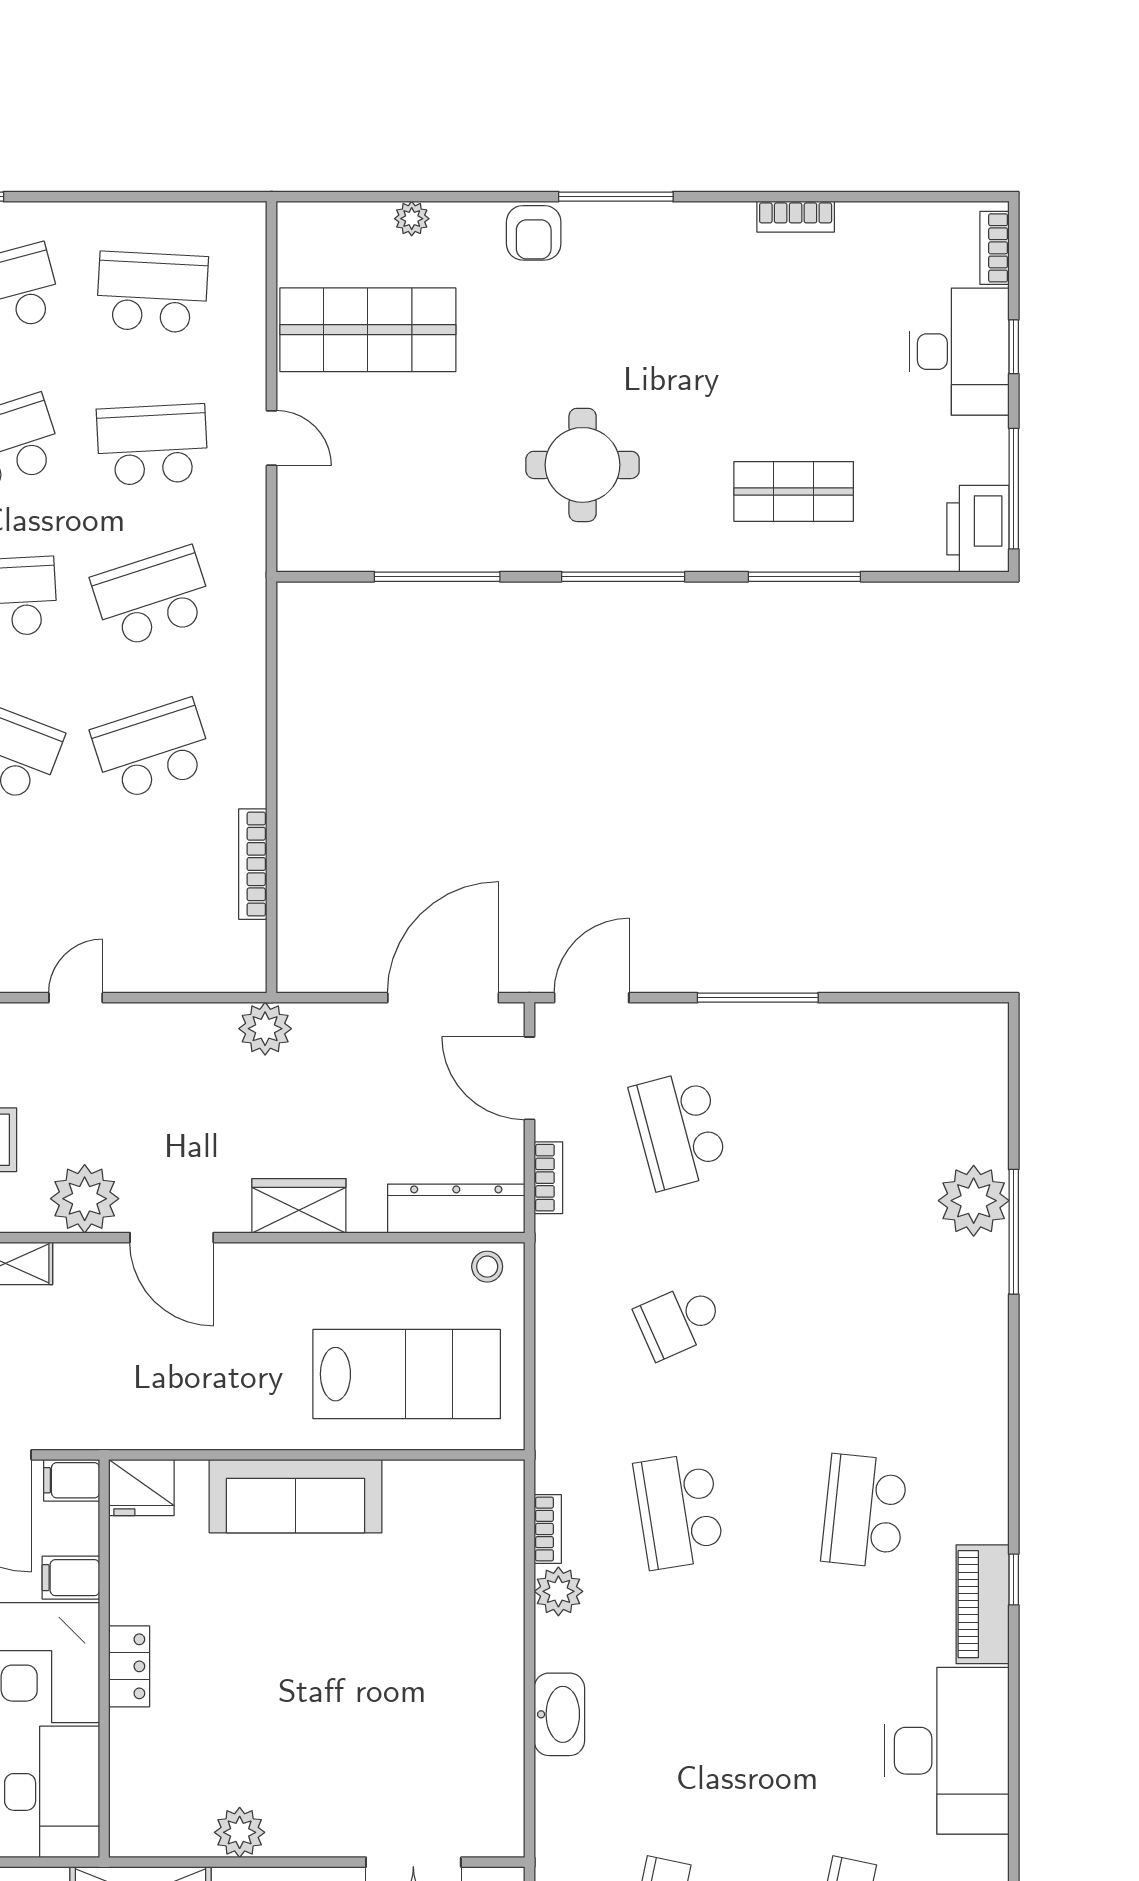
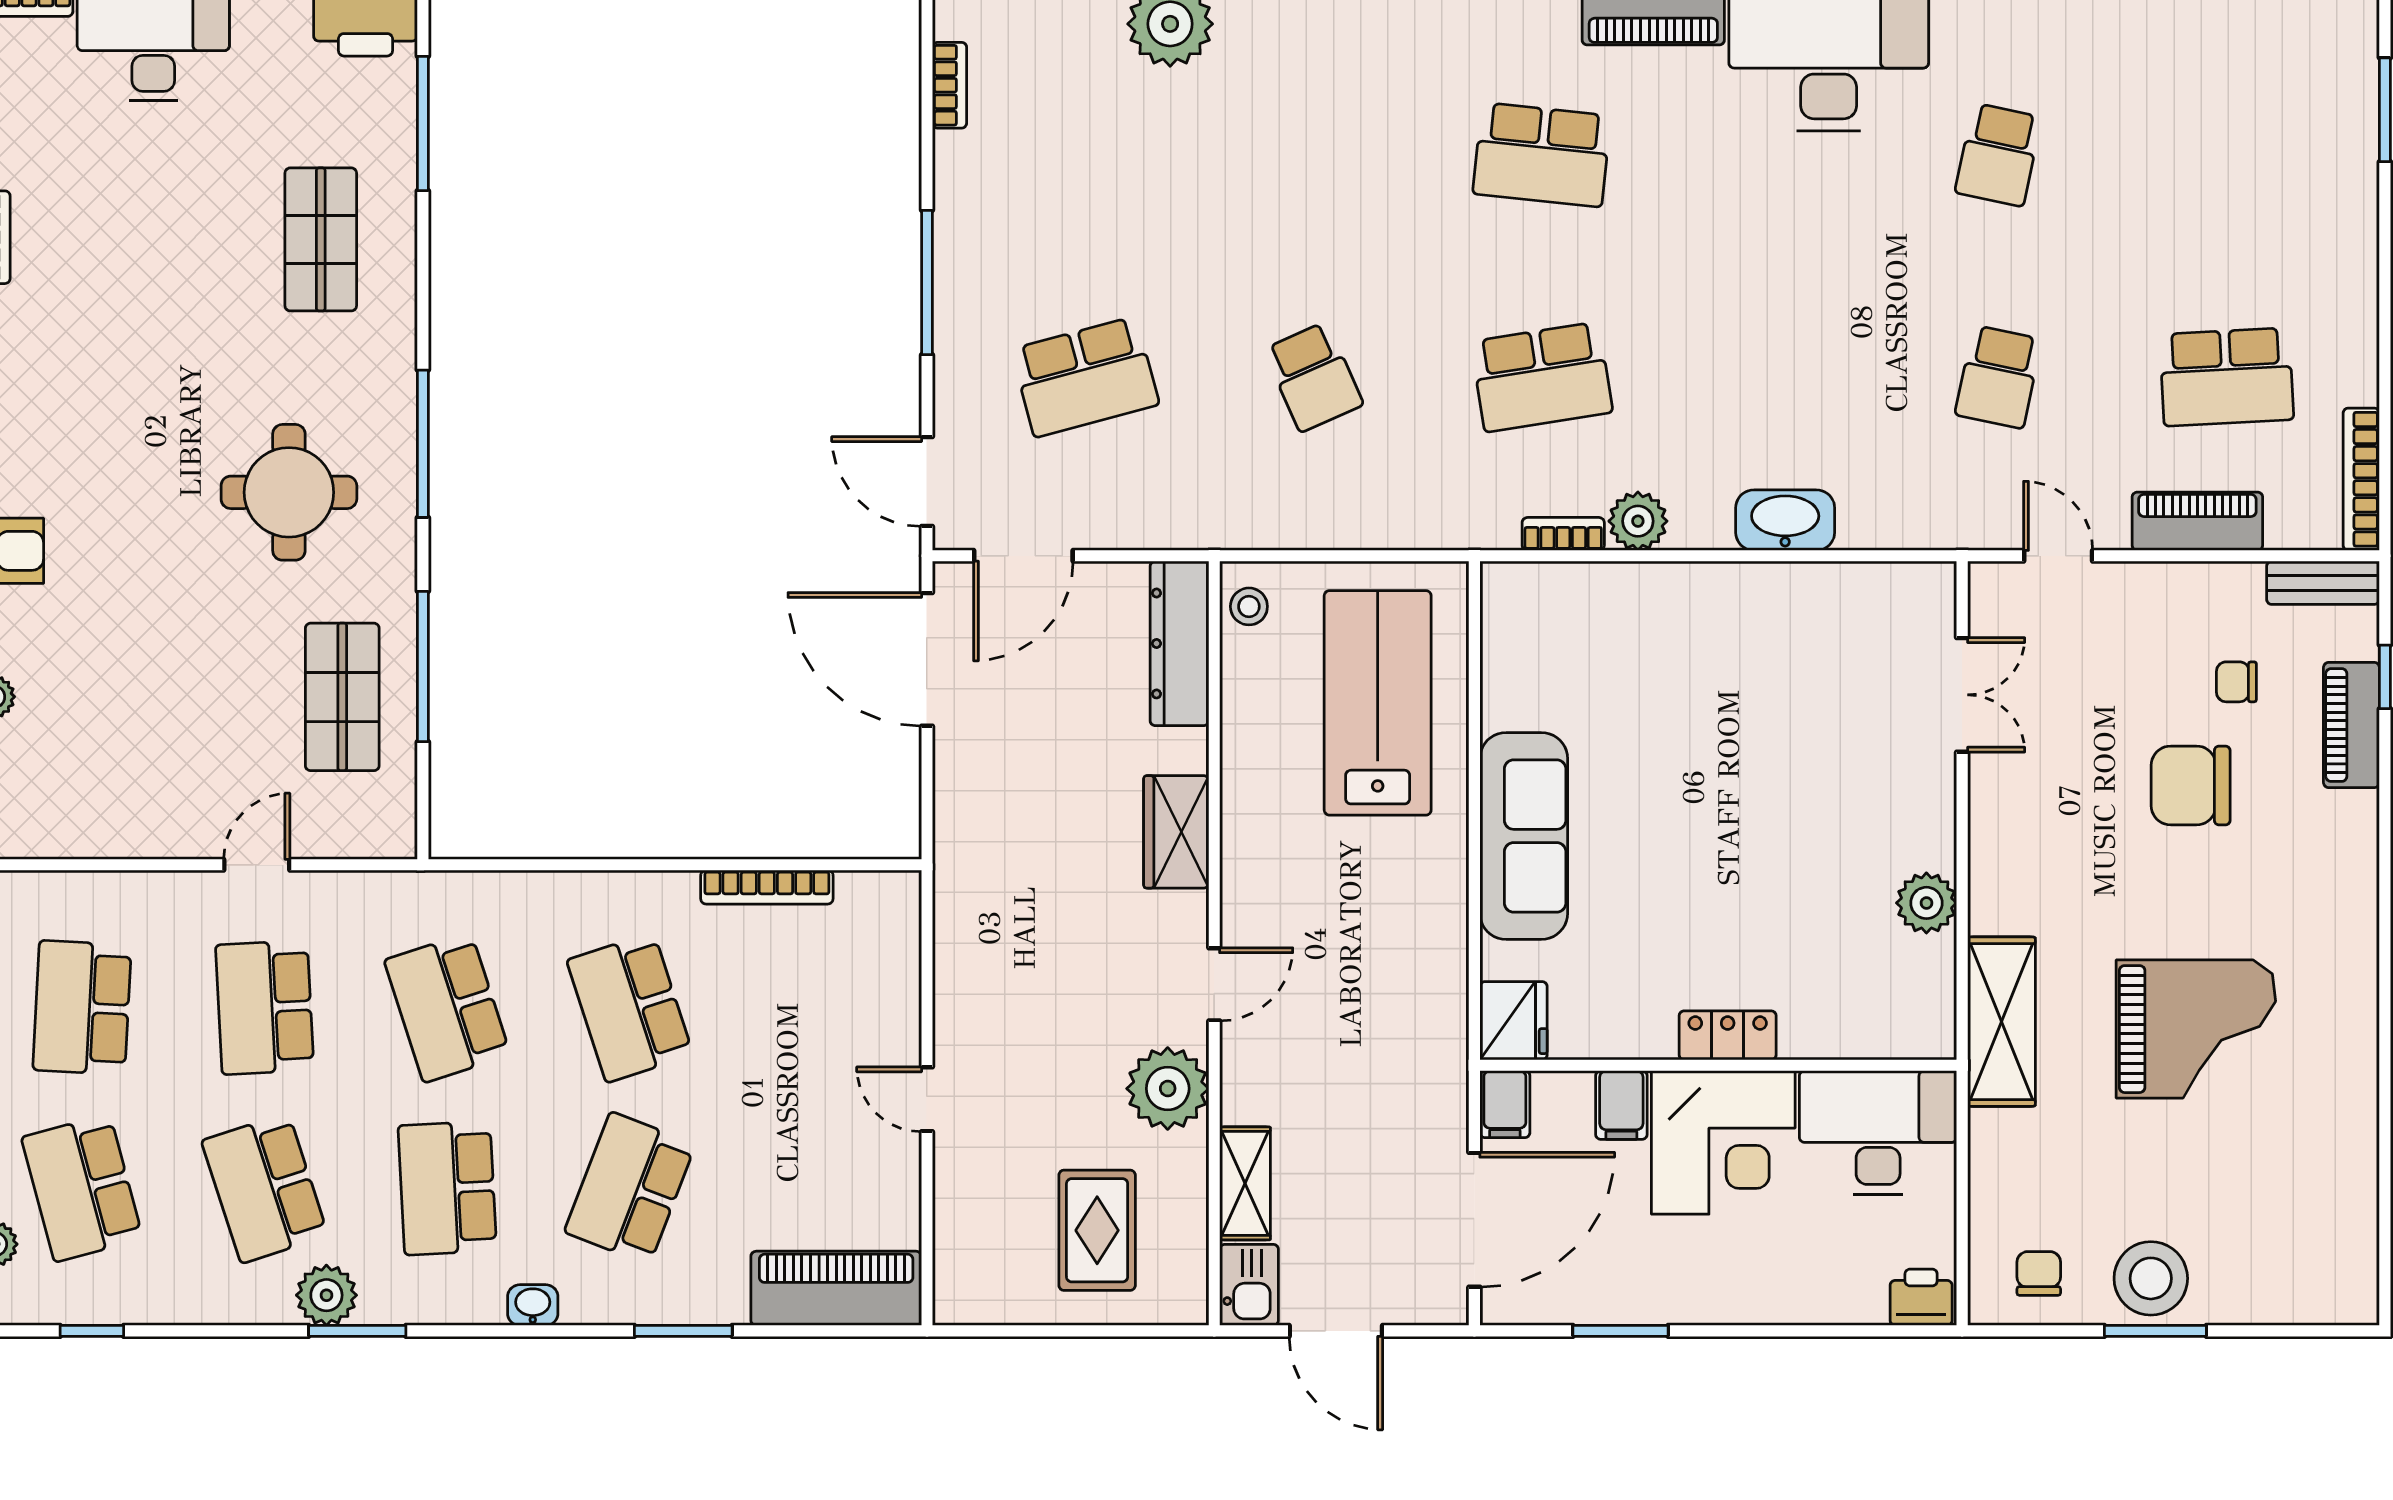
shop shelf: (368, 330) -> (342, 697), moved, width x0.70, depth x0.74
window: (804, 577) -> (423, 123), moved
plant: (265, 1029) -> (964, 872), removed
bookcase: (548, 1178) -> (950, 85), moved, turned 90
door: (172, 1238) -> (1214, 984), width x0.73

